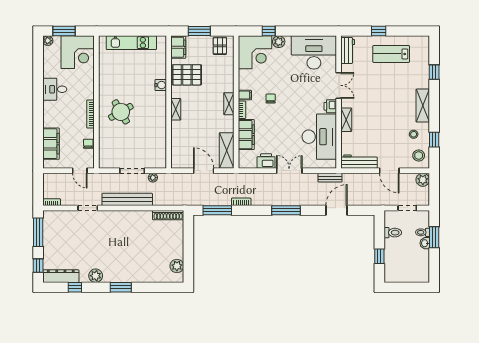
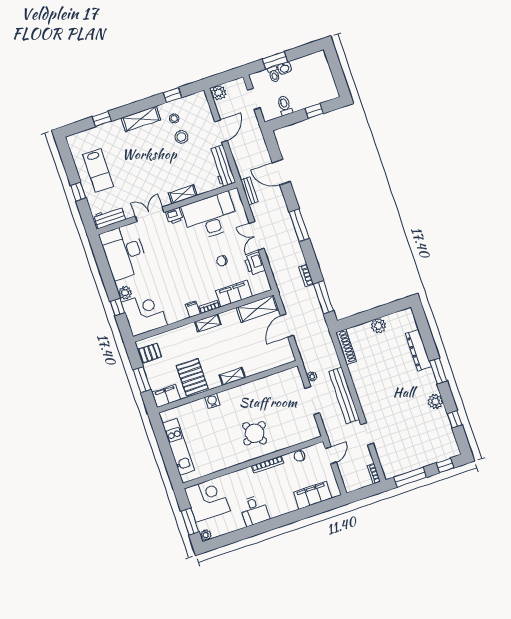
chair: (271, 99) -> (222, 261), moved
stool: (419, 155) -> (182, 137), moved
plant: (177, 266) -> (378, 326), moved
dresser: (61, 276) -> (418, 350), moved

